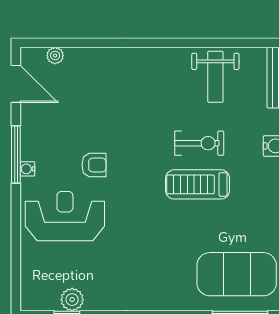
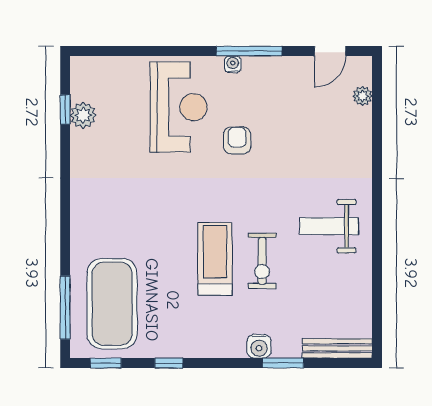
weight bench: (215, 77) -> (329, 226), moved
door: (16, 84) -> (330, 51), width x0.73
armchair: (94, 165) -> (237, 140), turned 180

